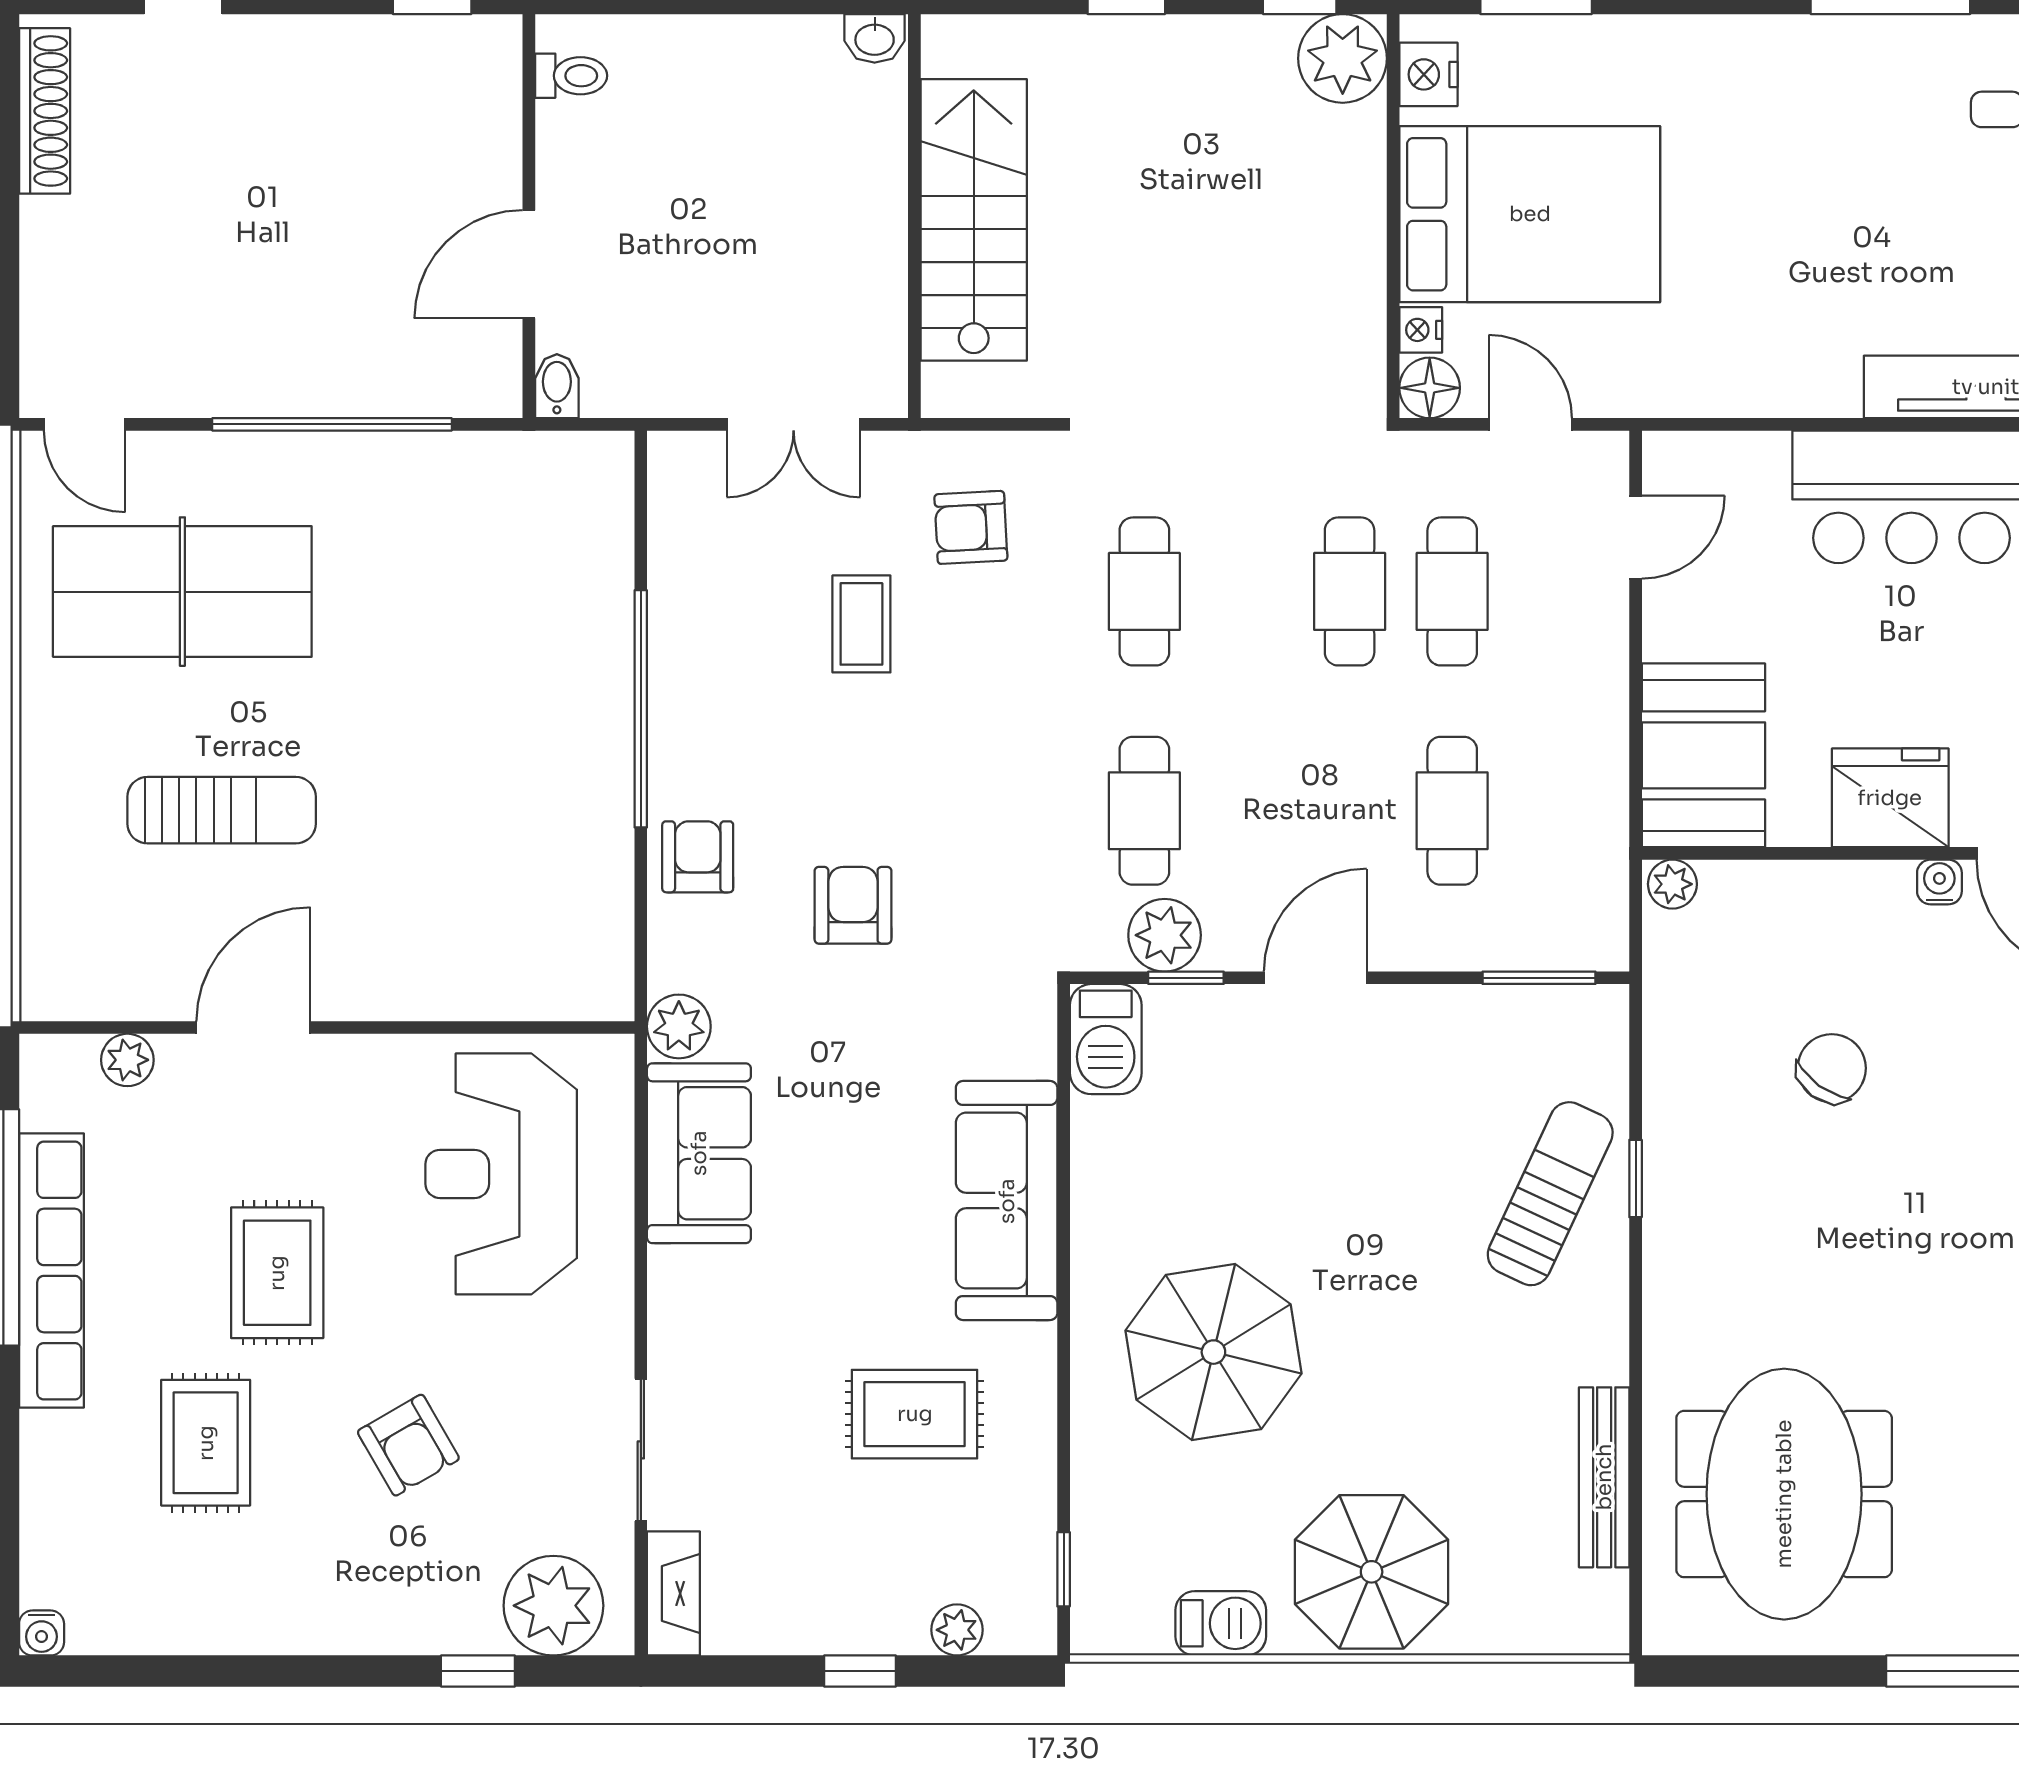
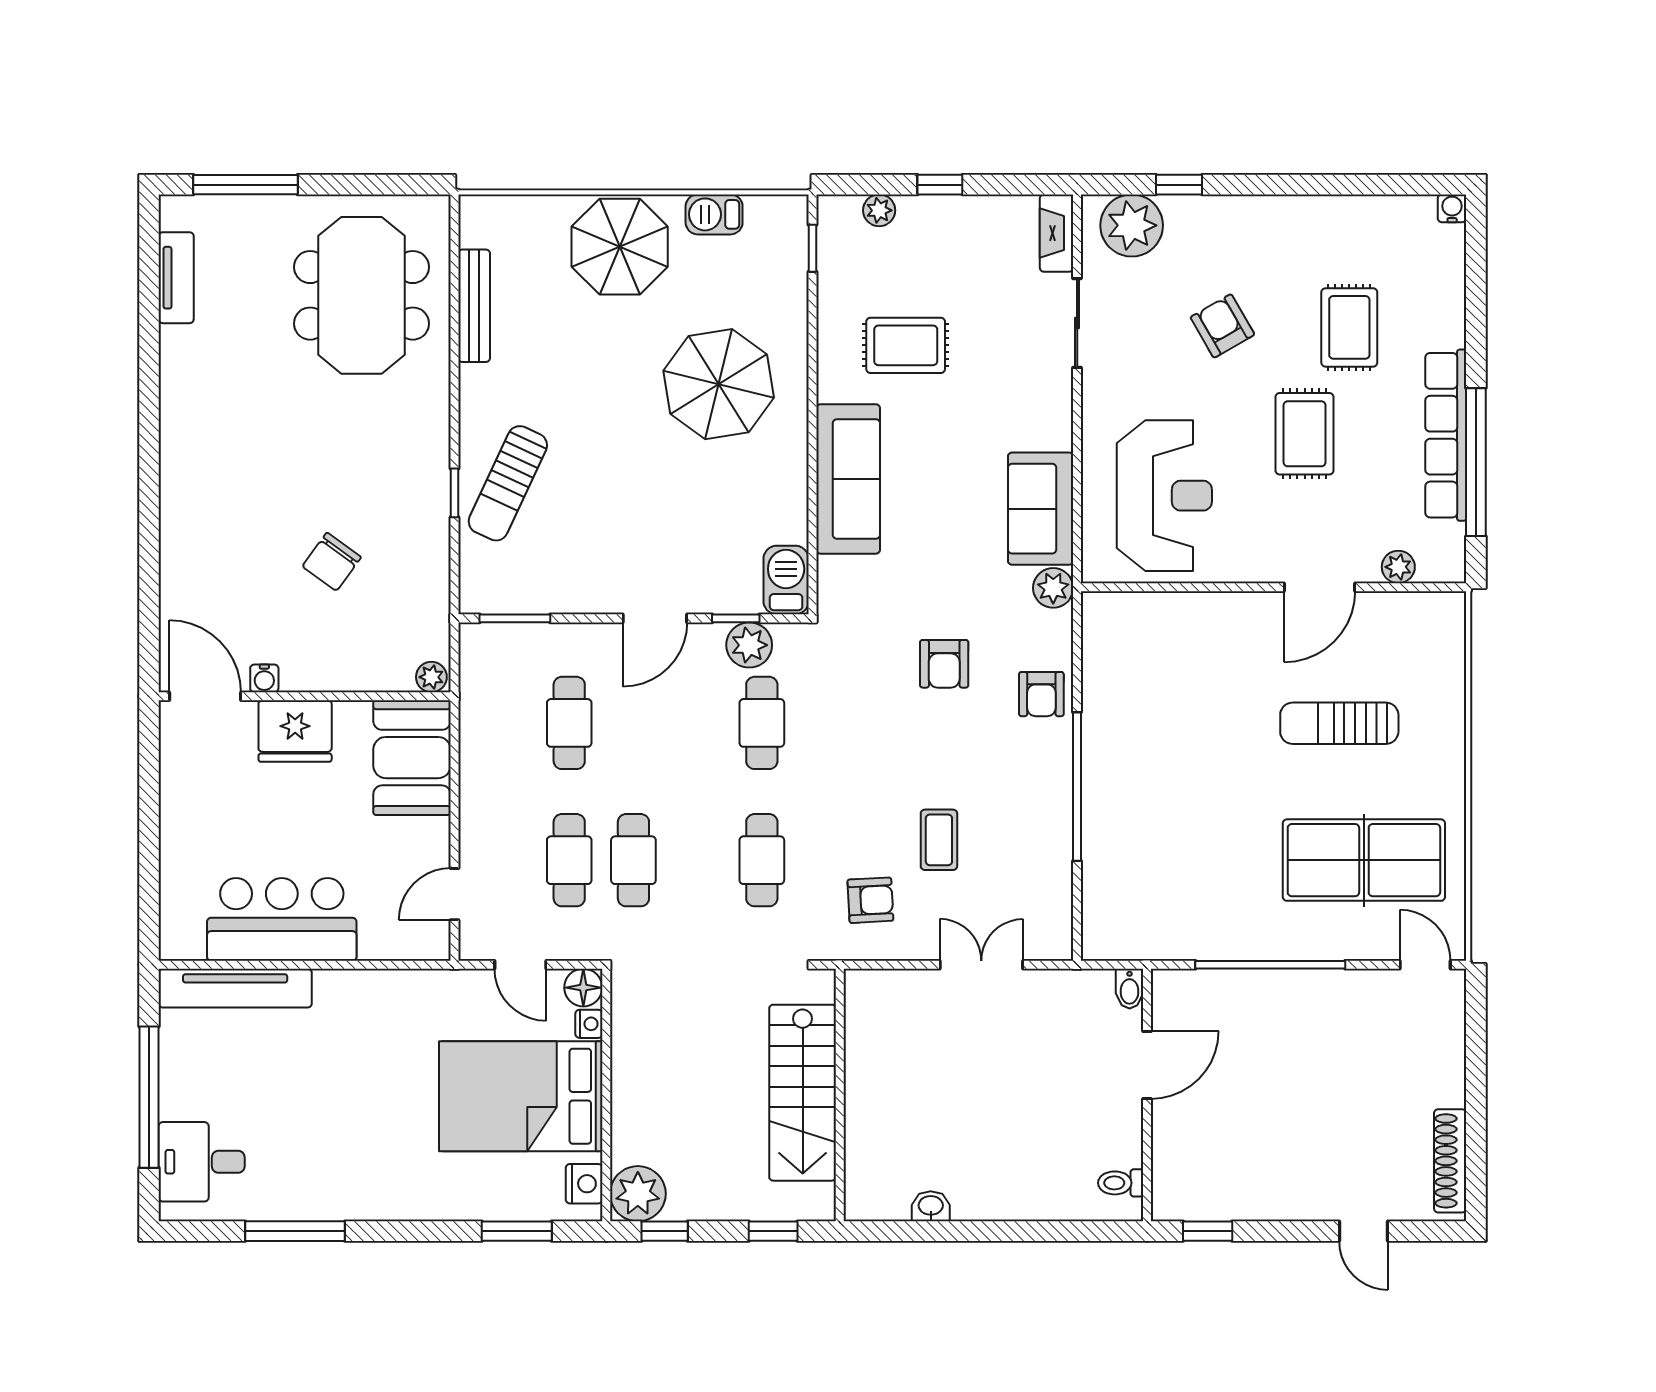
wall: (914, 216) -> (840, 1095), moved
stairs: (974, 220) -> (803, 1093), moved

